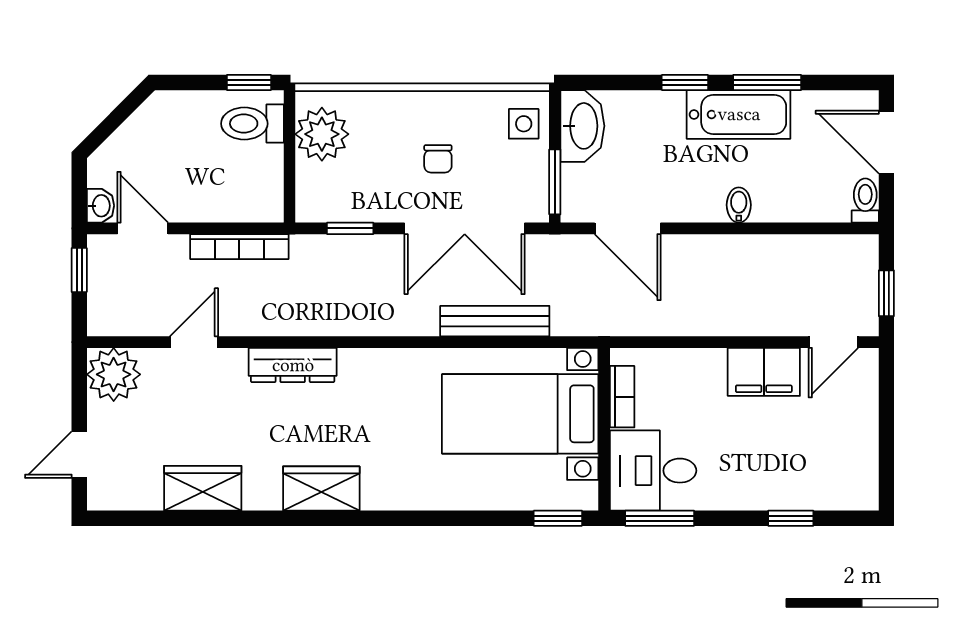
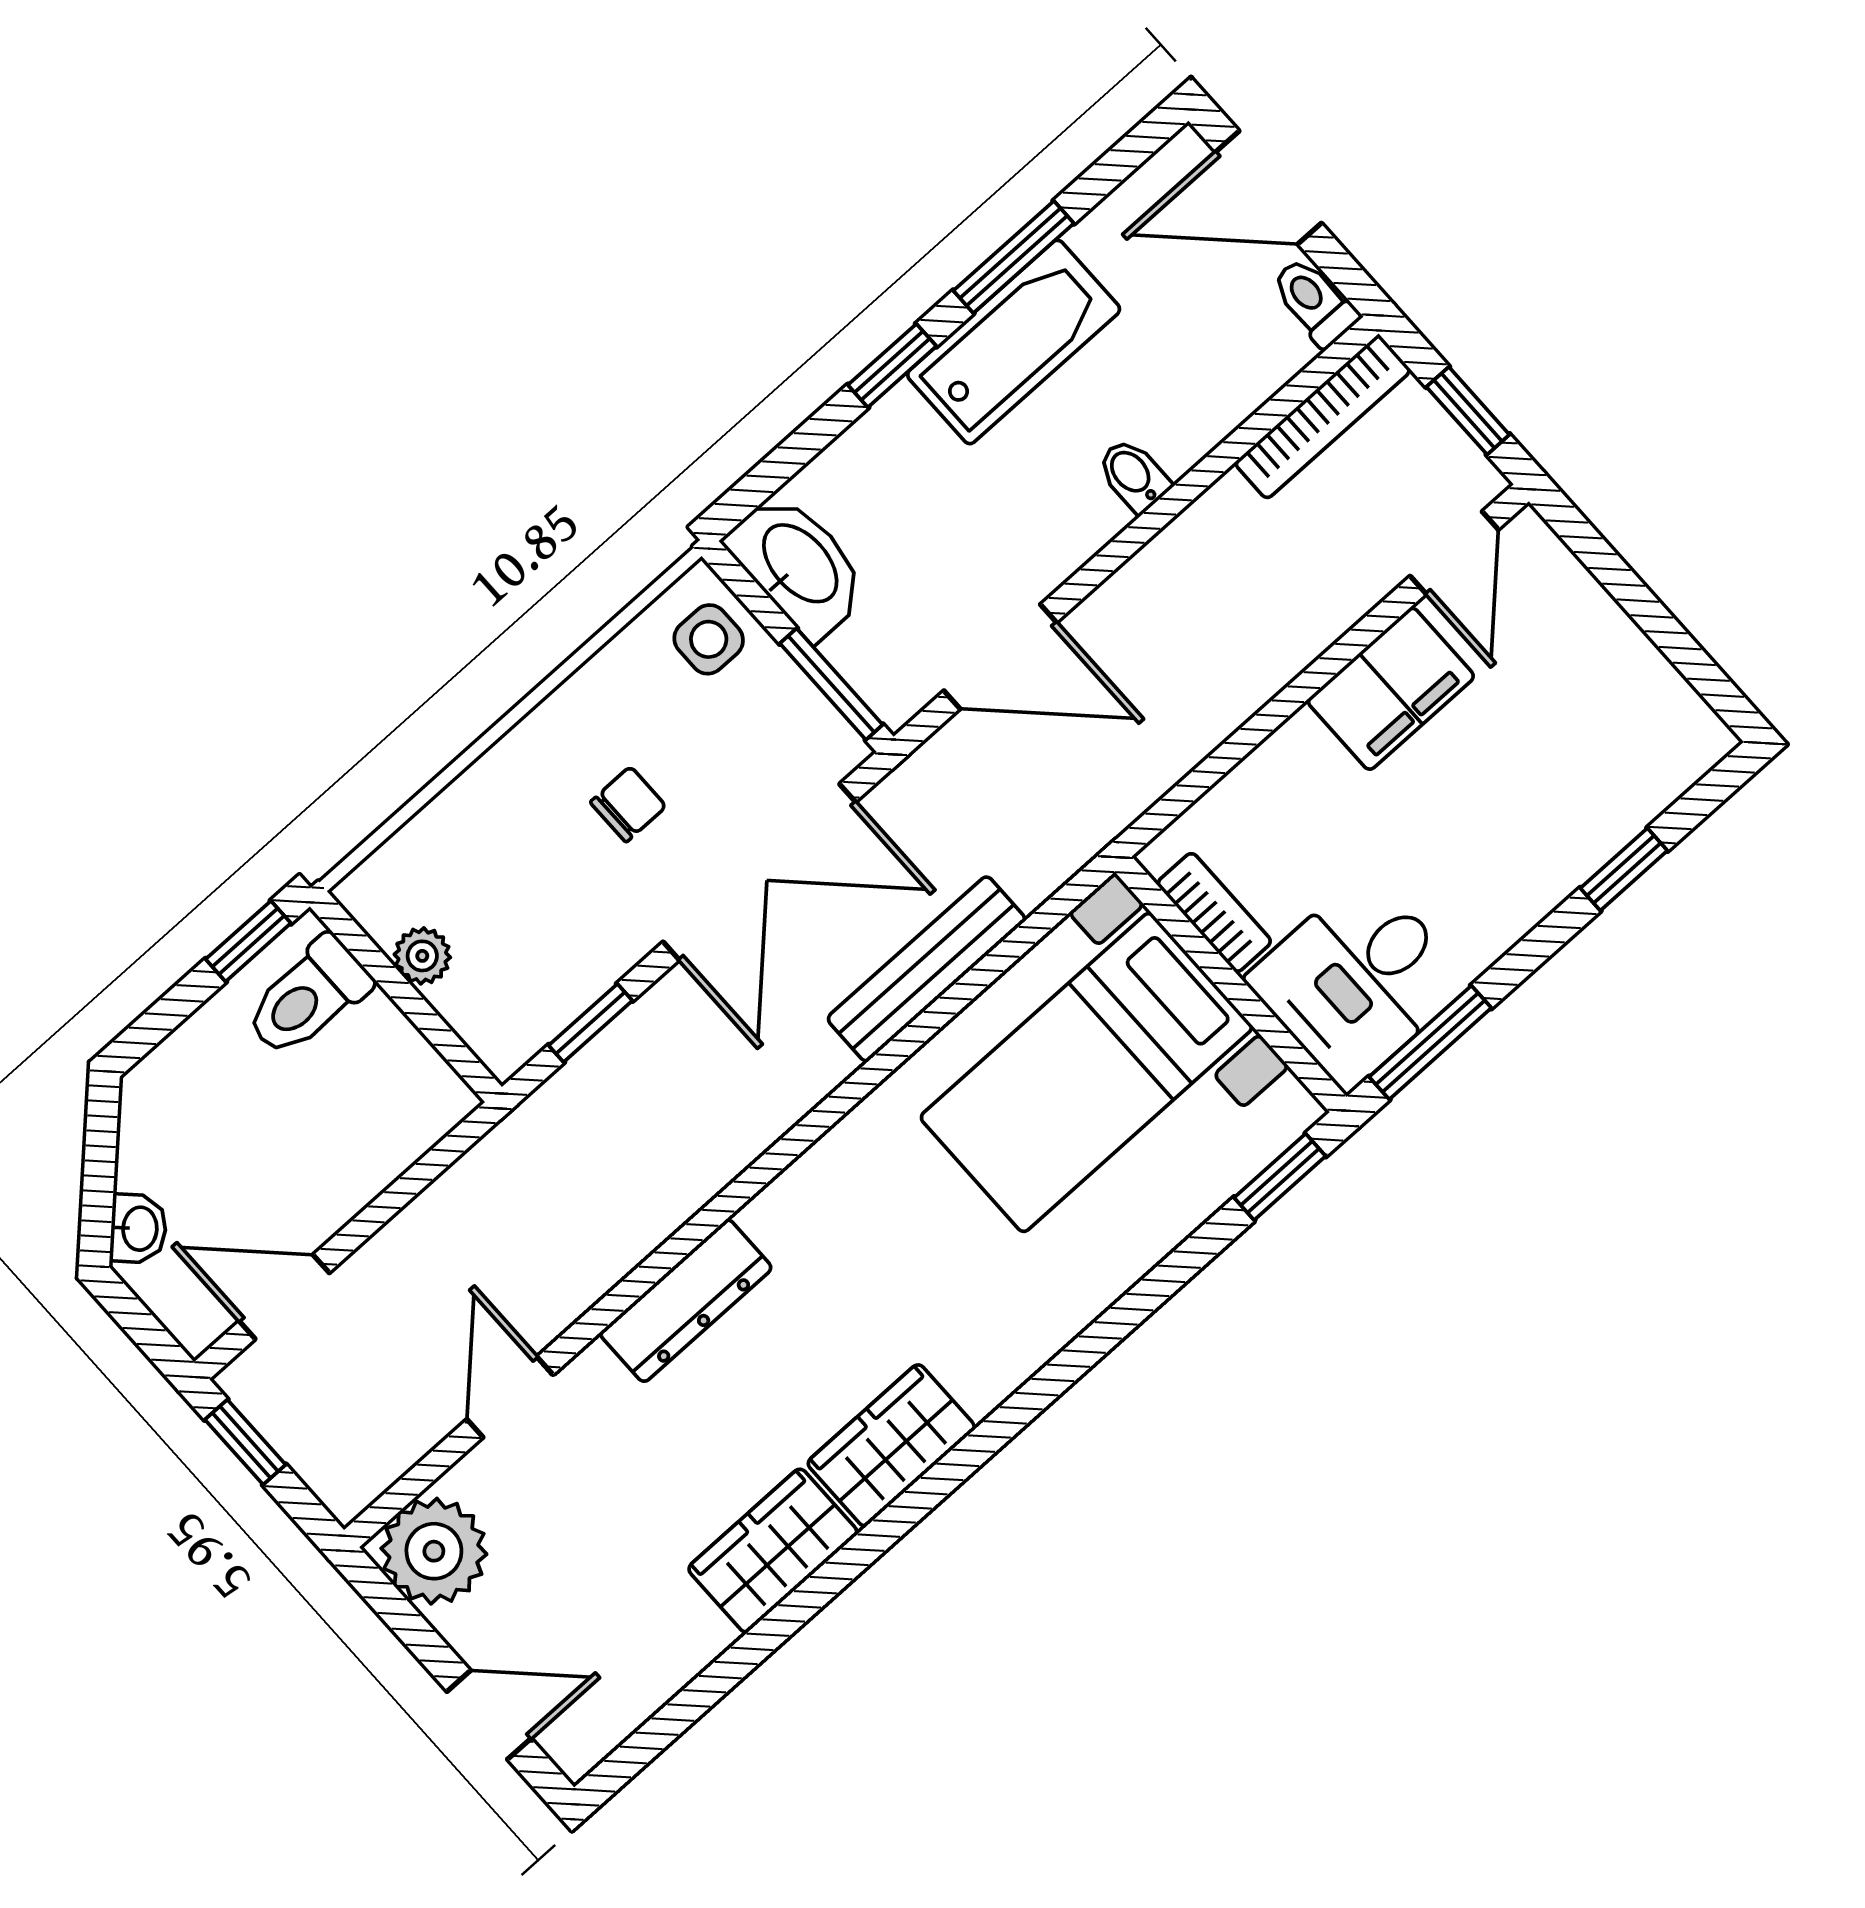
plant: (322, 134) -> (422, 956), width x0.53, depth x0.53
chair: (438, 159) -> (628, 804), turned -90
washbasin: (101, 206) -> (138, 1229), moved, turned 45
bookcase: (239, 247) -> (1323, 417), moved
door: (79, 455) -> (489, 1715), swing flipped
wardrobe: (203, 488) -> (773, 1551), moved

